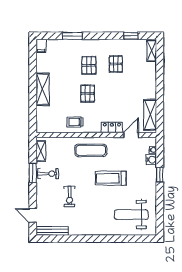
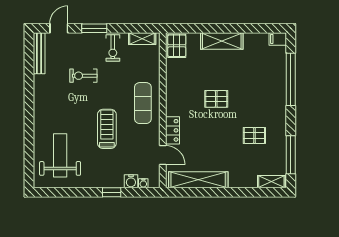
window: (72, 36) -> (291, 79), width x2.11
window: (131, 36) -> (291, 155), width x2.17
pallet: (89, 65) -> (177, 46), moved, turned 90
shelving: (150, 115) -> (198, 180), width x1.47
trolley: (75, 122) -> (180, 83), removed
window: (33, 173) -> (94, 28), moved

